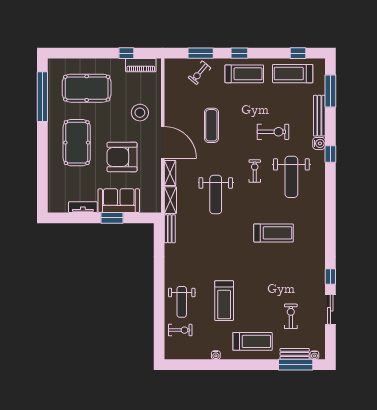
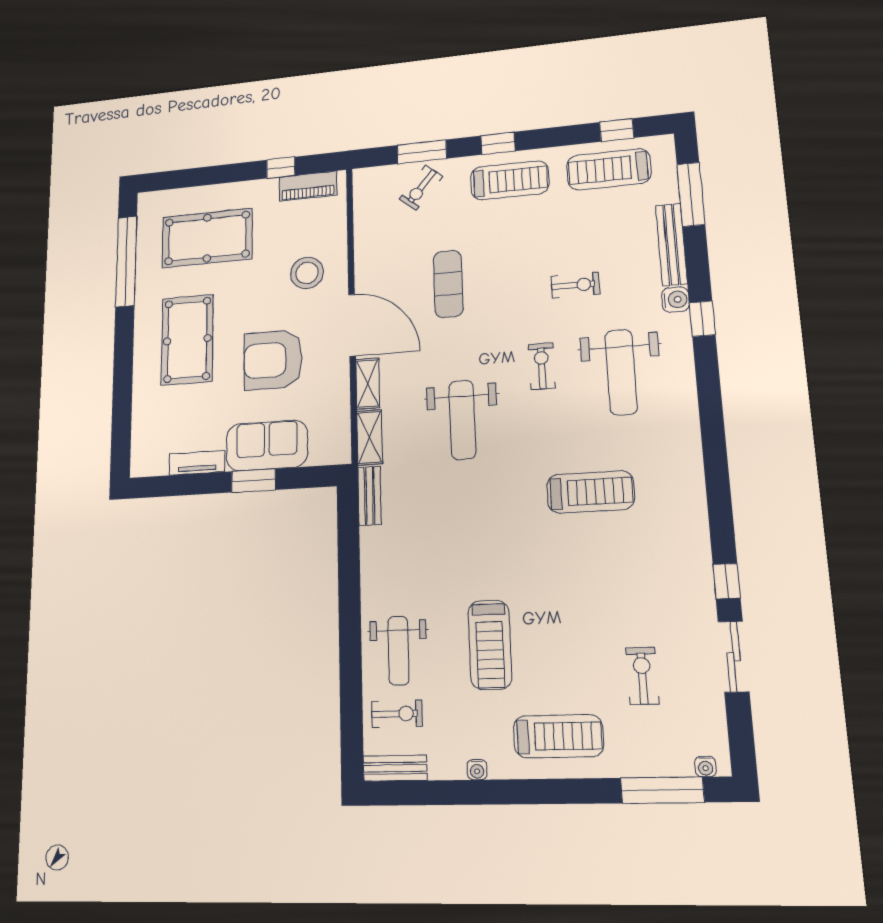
exercise bike: (273, 132) -> (575, 285), width x0.73, depth x0.72
bench: (295, 354) -> (395, 768), moved

